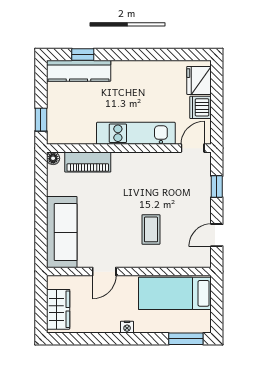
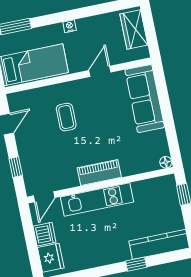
window: (83, 54) -> (136, 264), moved
piano: (88, 162) -> (99, 172), moved

